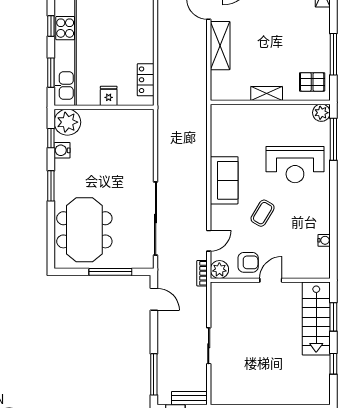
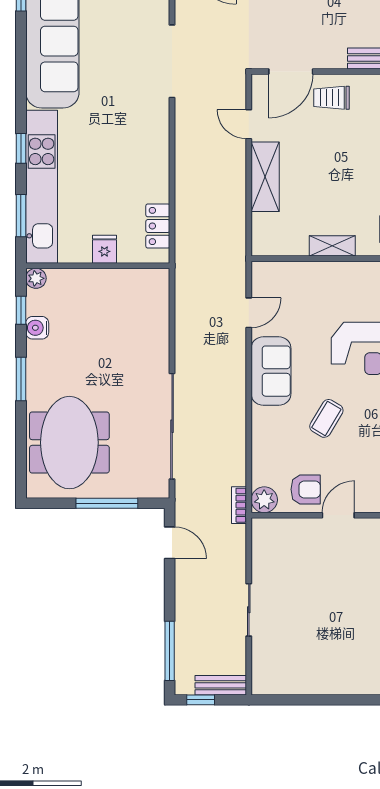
plant: (67, 122) -> (36, 278), width x0.53, depth x0.53
door: (209, 241) -> (249, 313), moved

